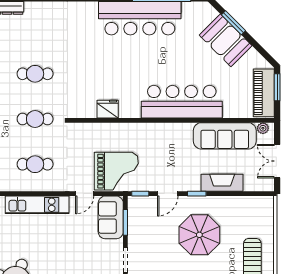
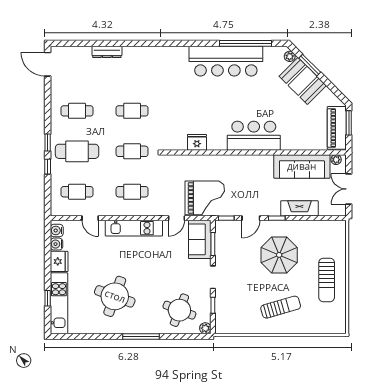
plant: (211, 13) -> (290, 56), added
bar counter: (182, 102) -> (254, 136), width x0.73

